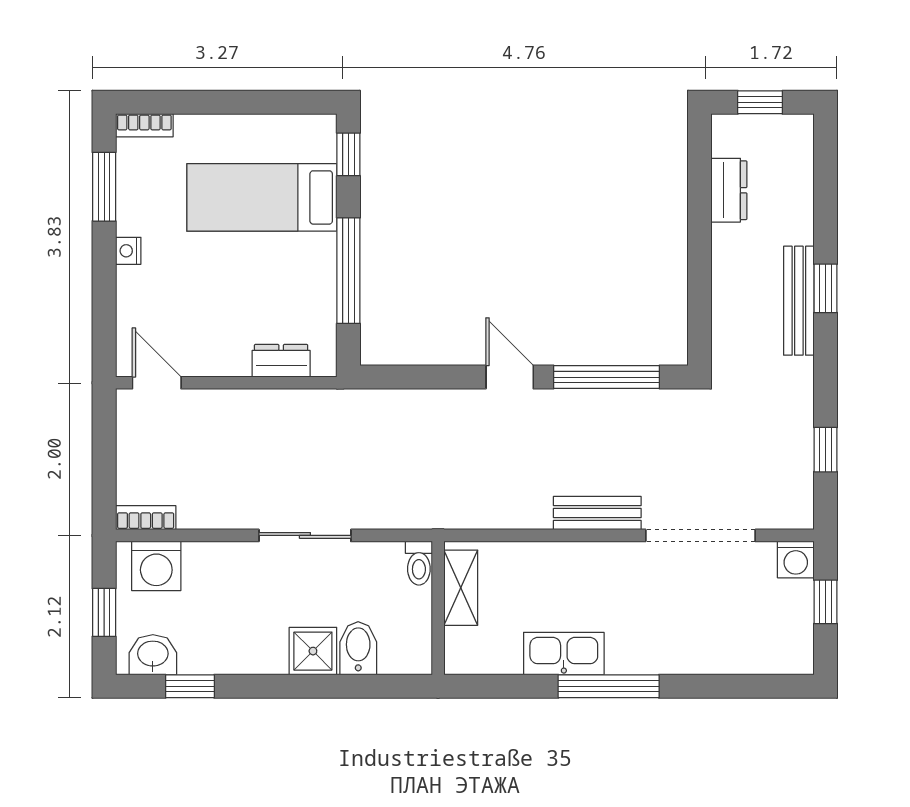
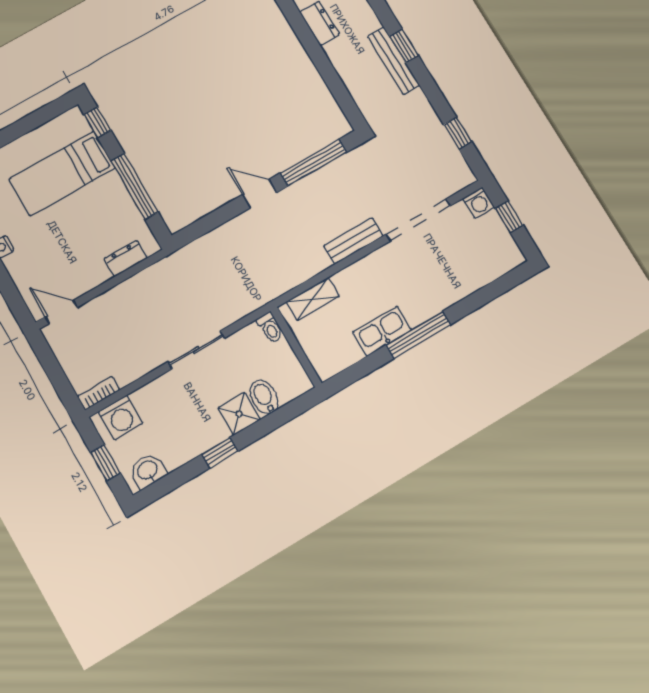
shelving: (461, 588) -> (313, 299), moved, turned 90
window: (190, 686) -> (220, 453), moved

